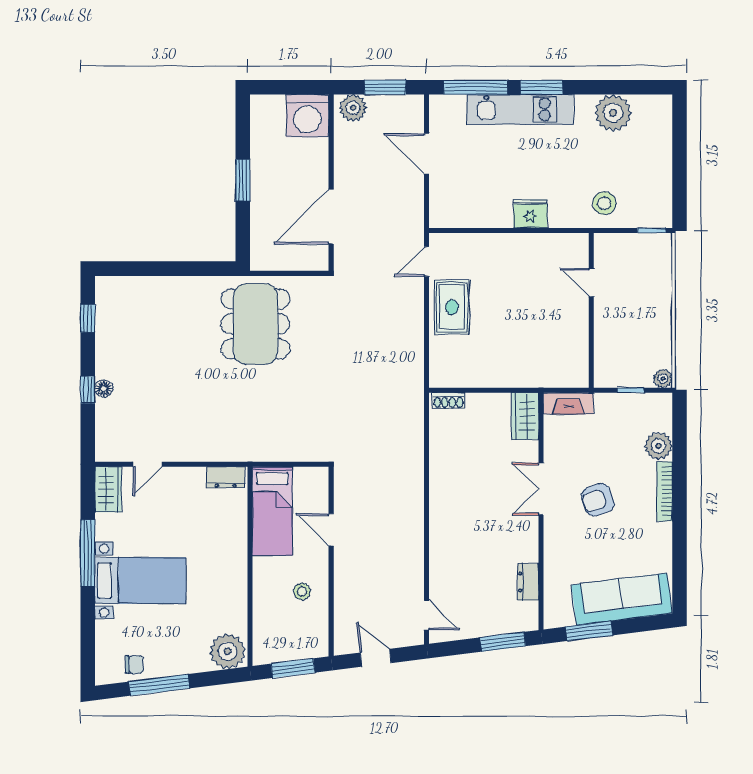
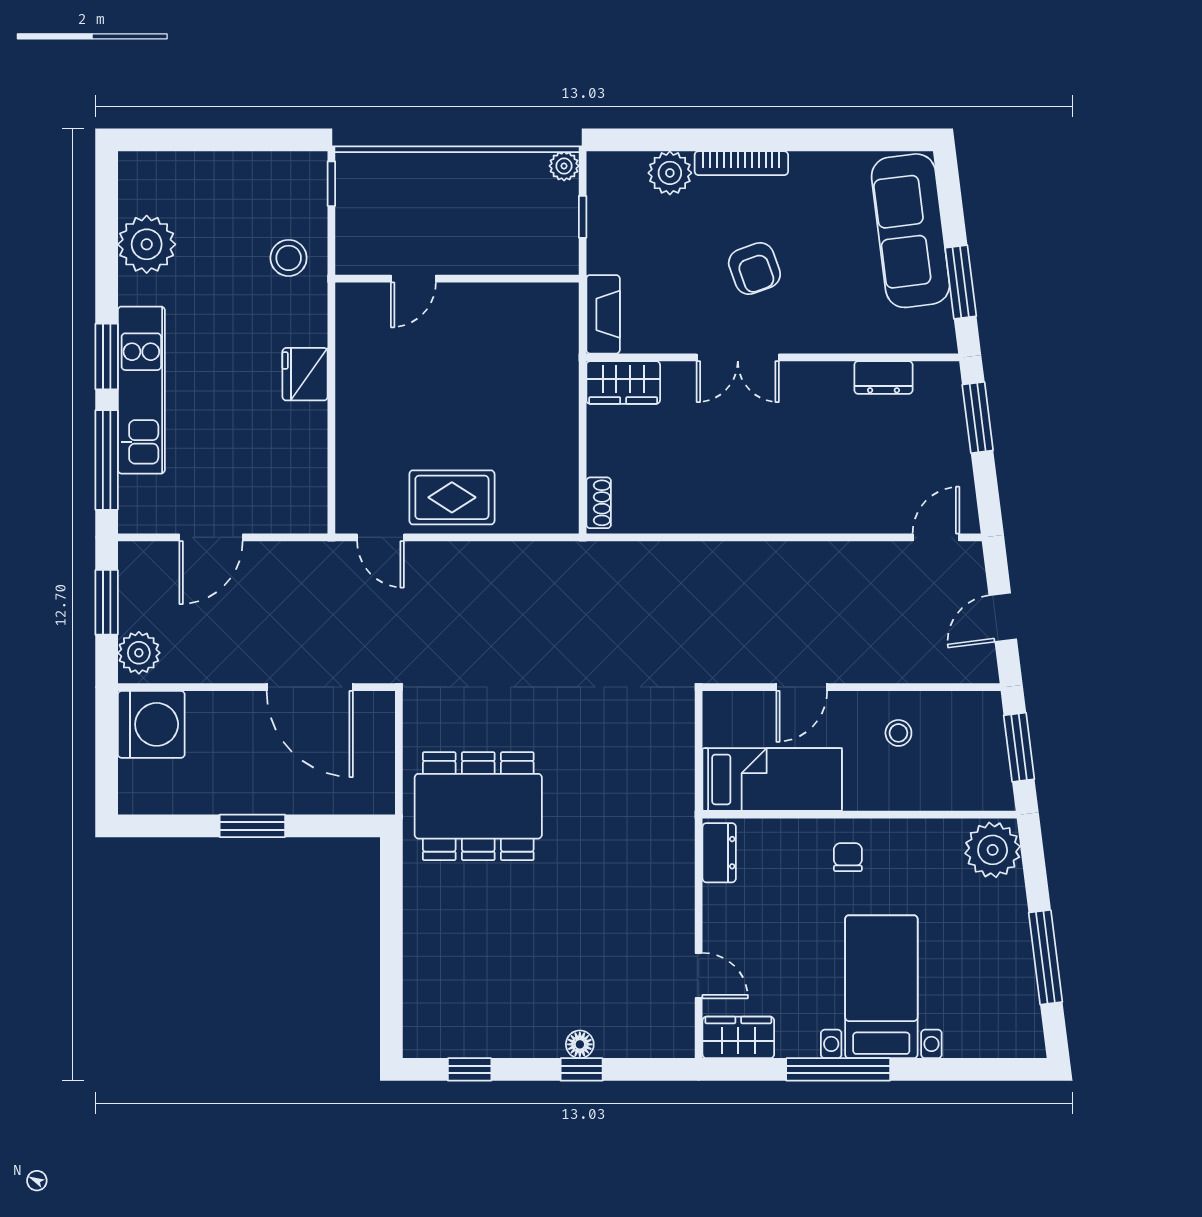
chair: (134, 665) -> (848, 857), moved

